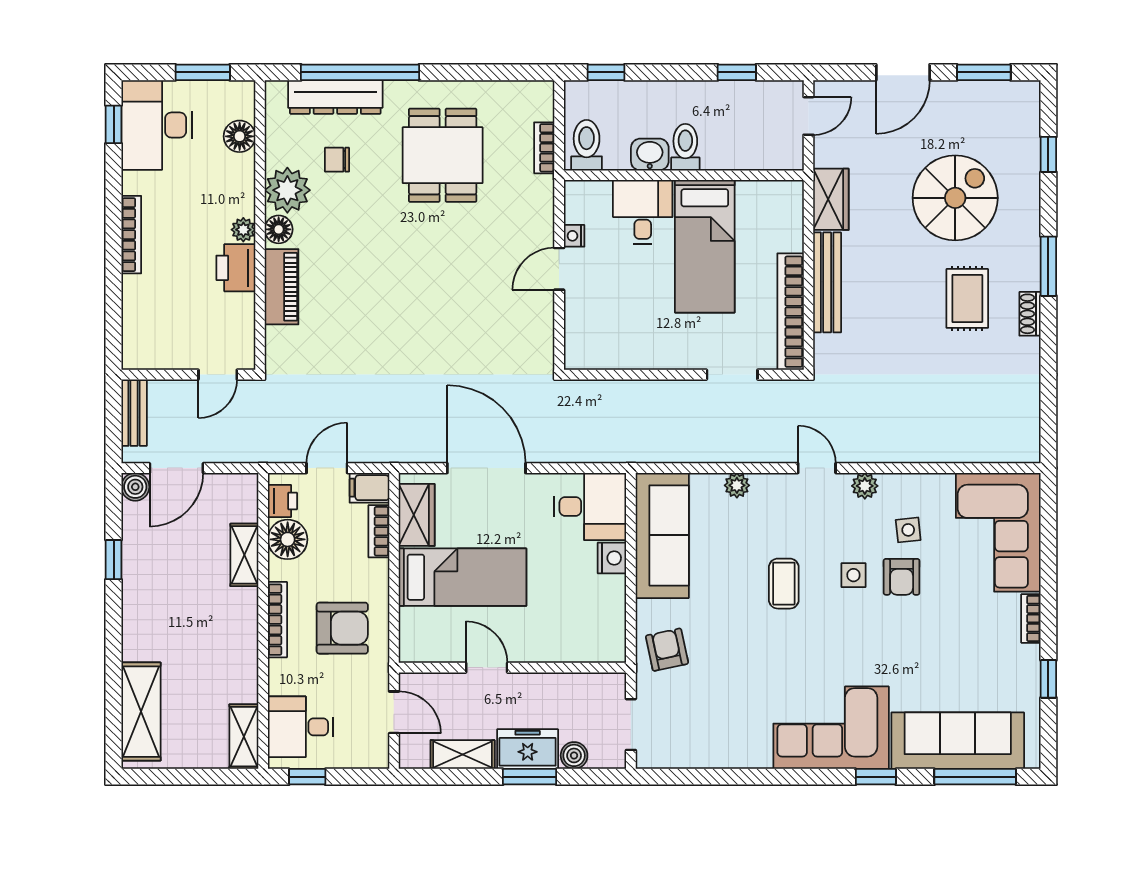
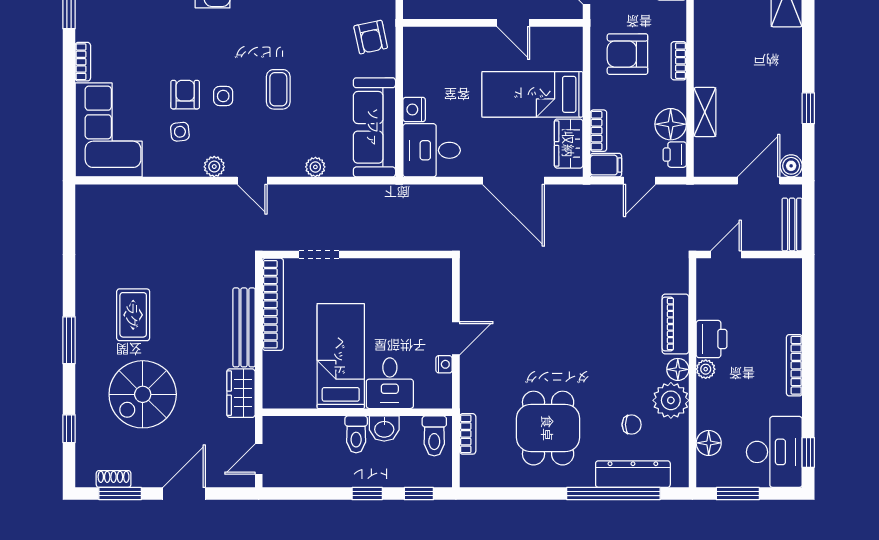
window: (737, 72) -> (367, 494), moved
shoe rack: (1030, 314) -> (114, 479), moved, turned -90
bookcase: (277, 620) -> (679, 61), width x0.64

